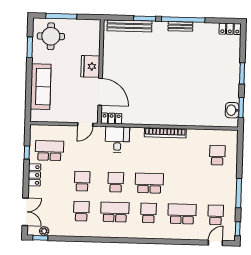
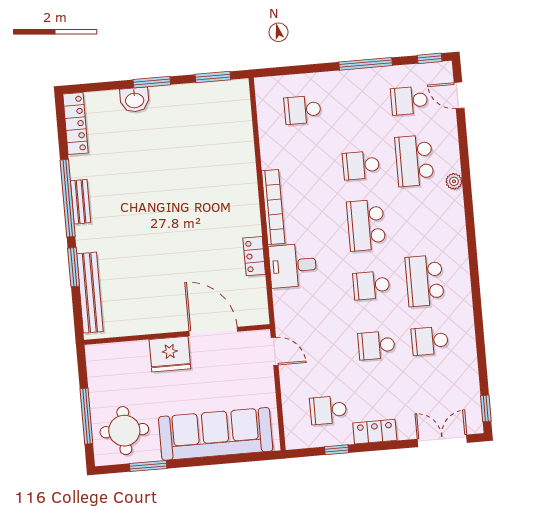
locker: (230, 29) -> (76, 124), width x1.53
sofa: (41, 87) -> (216, 434), width x1.36, depth x1.27
door: (100, 92) -> (213, 331), hinge flipped
washbasin: (232, 110) -> (135, 100), moved
locker: (112, 118) -> (254, 256), moved
desk: (117, 140) -> (293, 266), moved
school desk: (49, 150) -> (328, 410), width x0.54
school desk: (148, 213) -> (361, 165), moved
plant: (44, 231) -> (454, 181), moved

